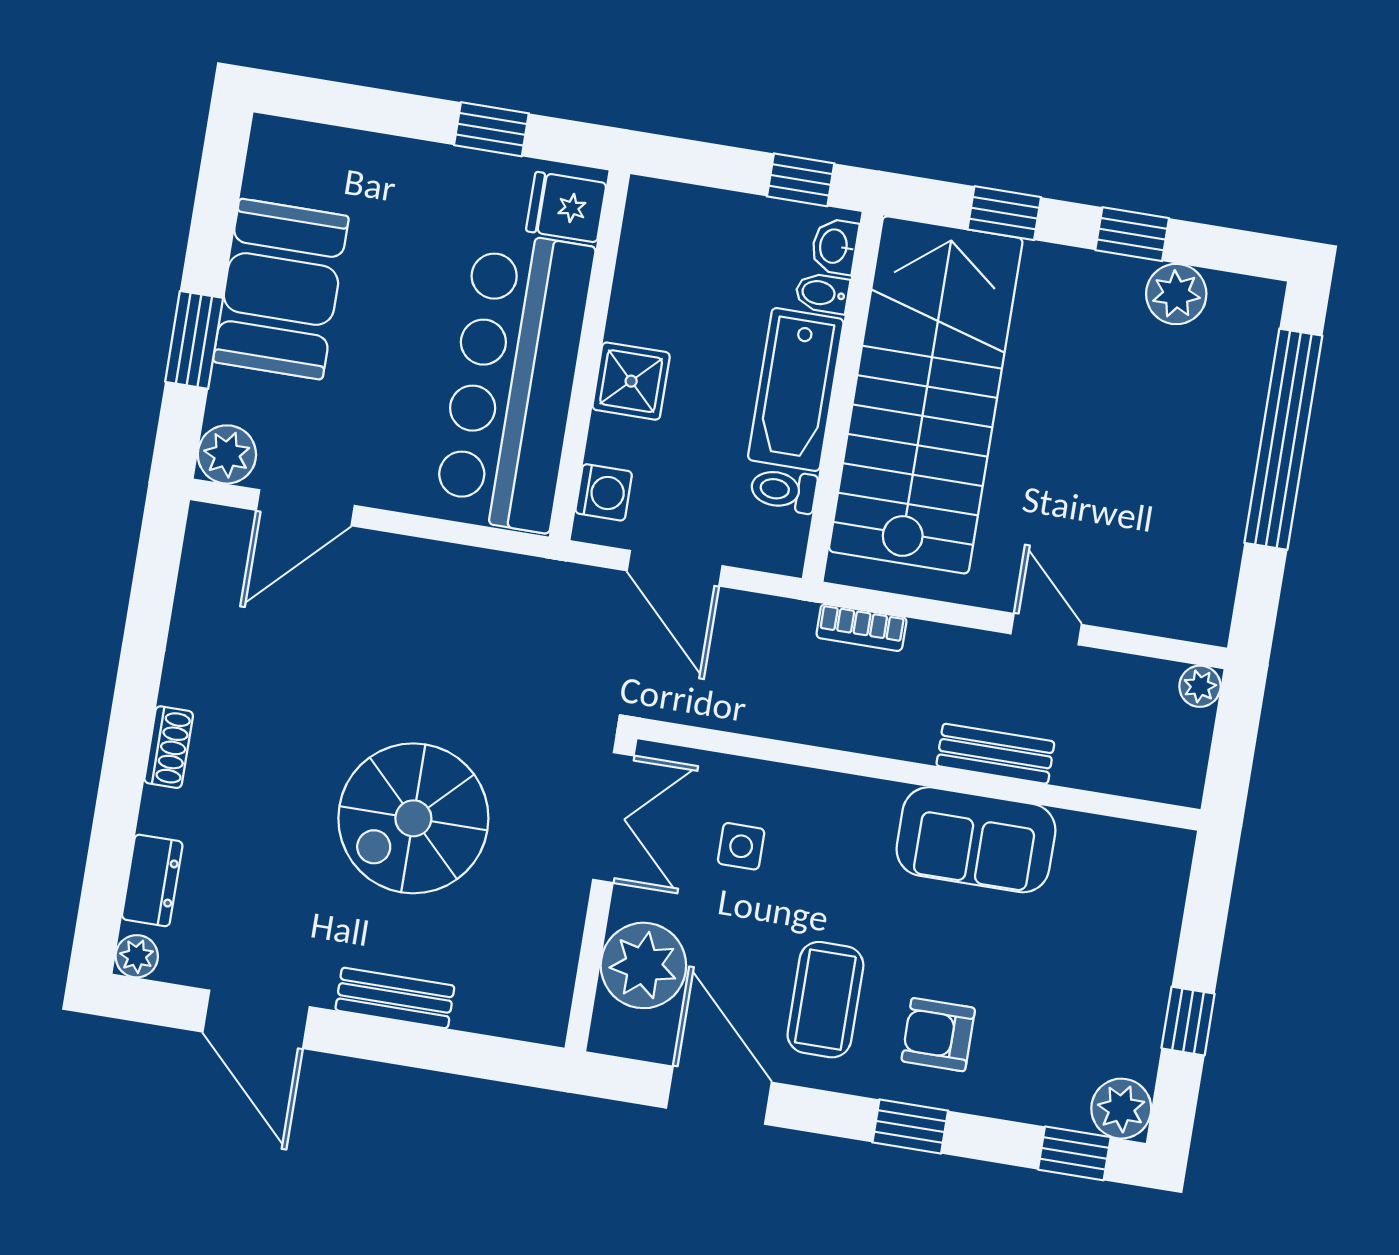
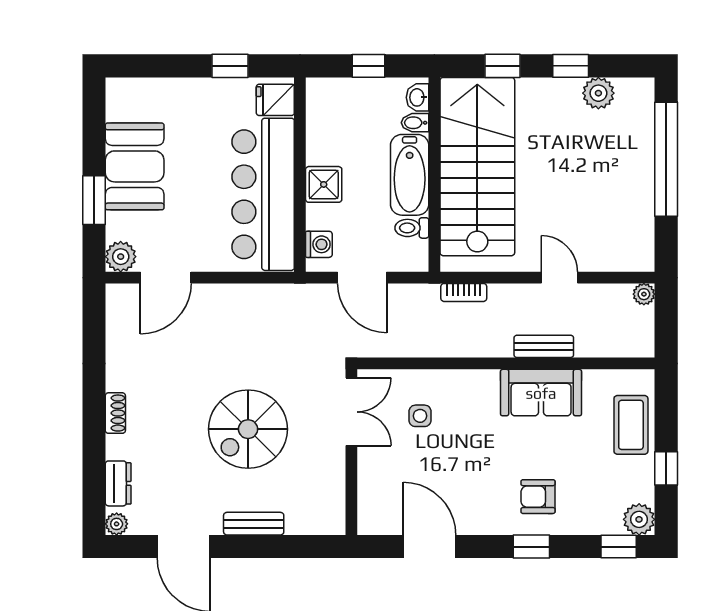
window: (801, 180) -> (369, 66), moved
plant: (643, 965) -> (380, 486), removed
coffee table: (825, 1000) -> (631, 425), moved

